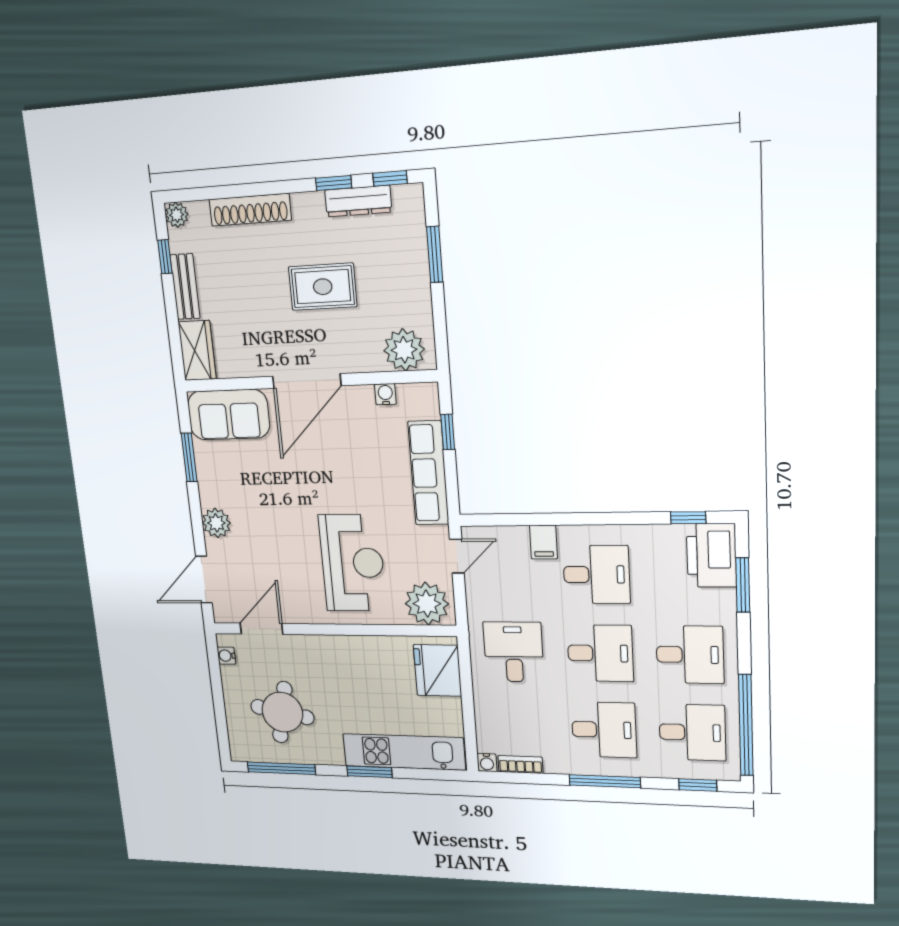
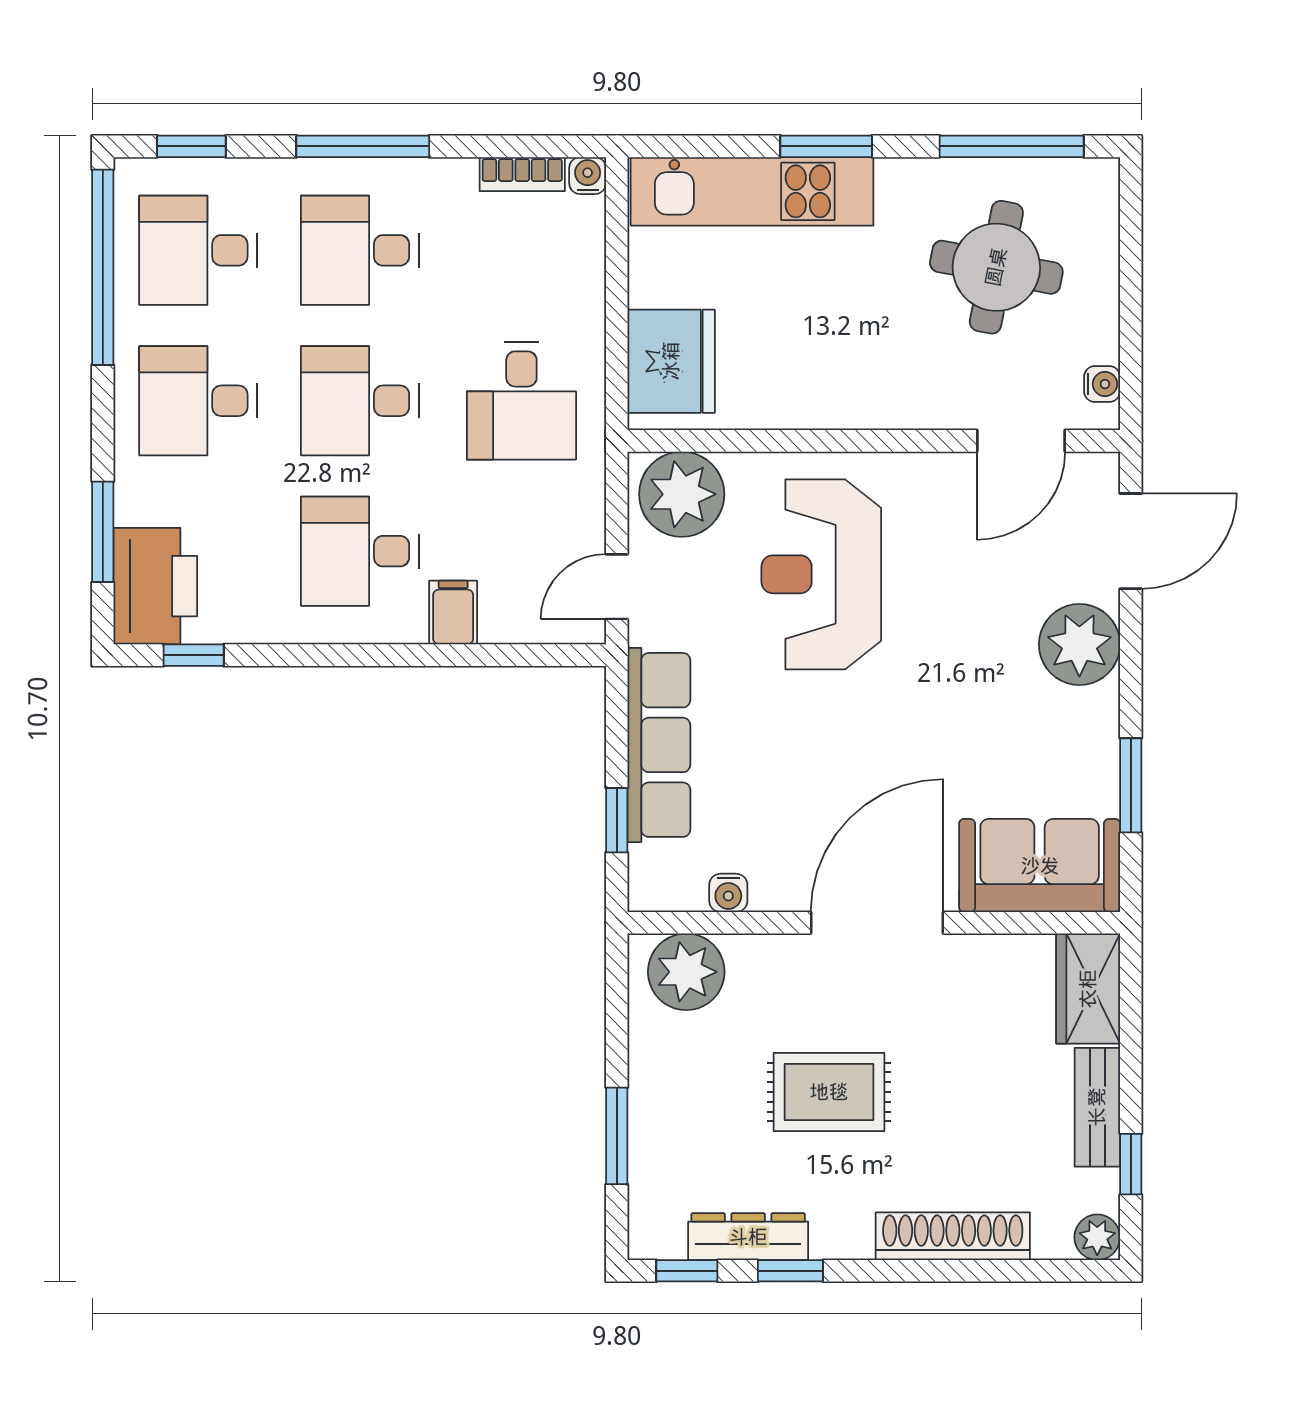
plant: (216, 523) -> (1079, 644), width x1.36, depth x1.36

